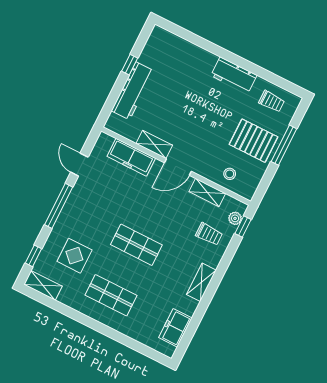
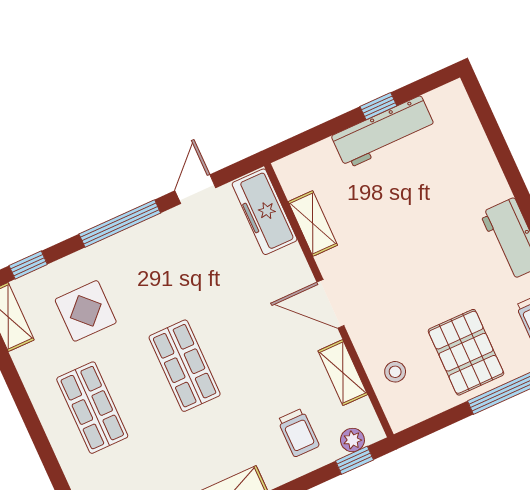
workbench: (133, 91) -> (384, 132), moved
shelving: (154, 144) -> (313, 223), moved
freezer: (131, 157) -> (265, 212), moved

